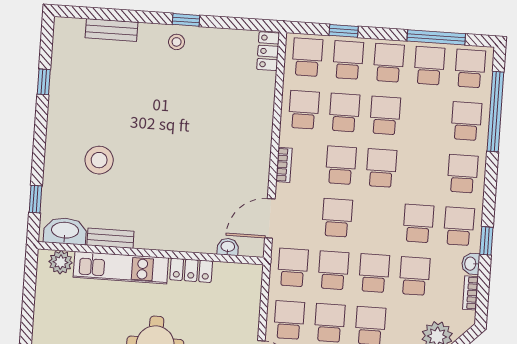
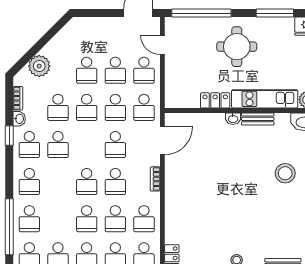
bench: (110, 238) -> (258, 119), moved
washbasin: (228, 247) -> (233, 119), moved

